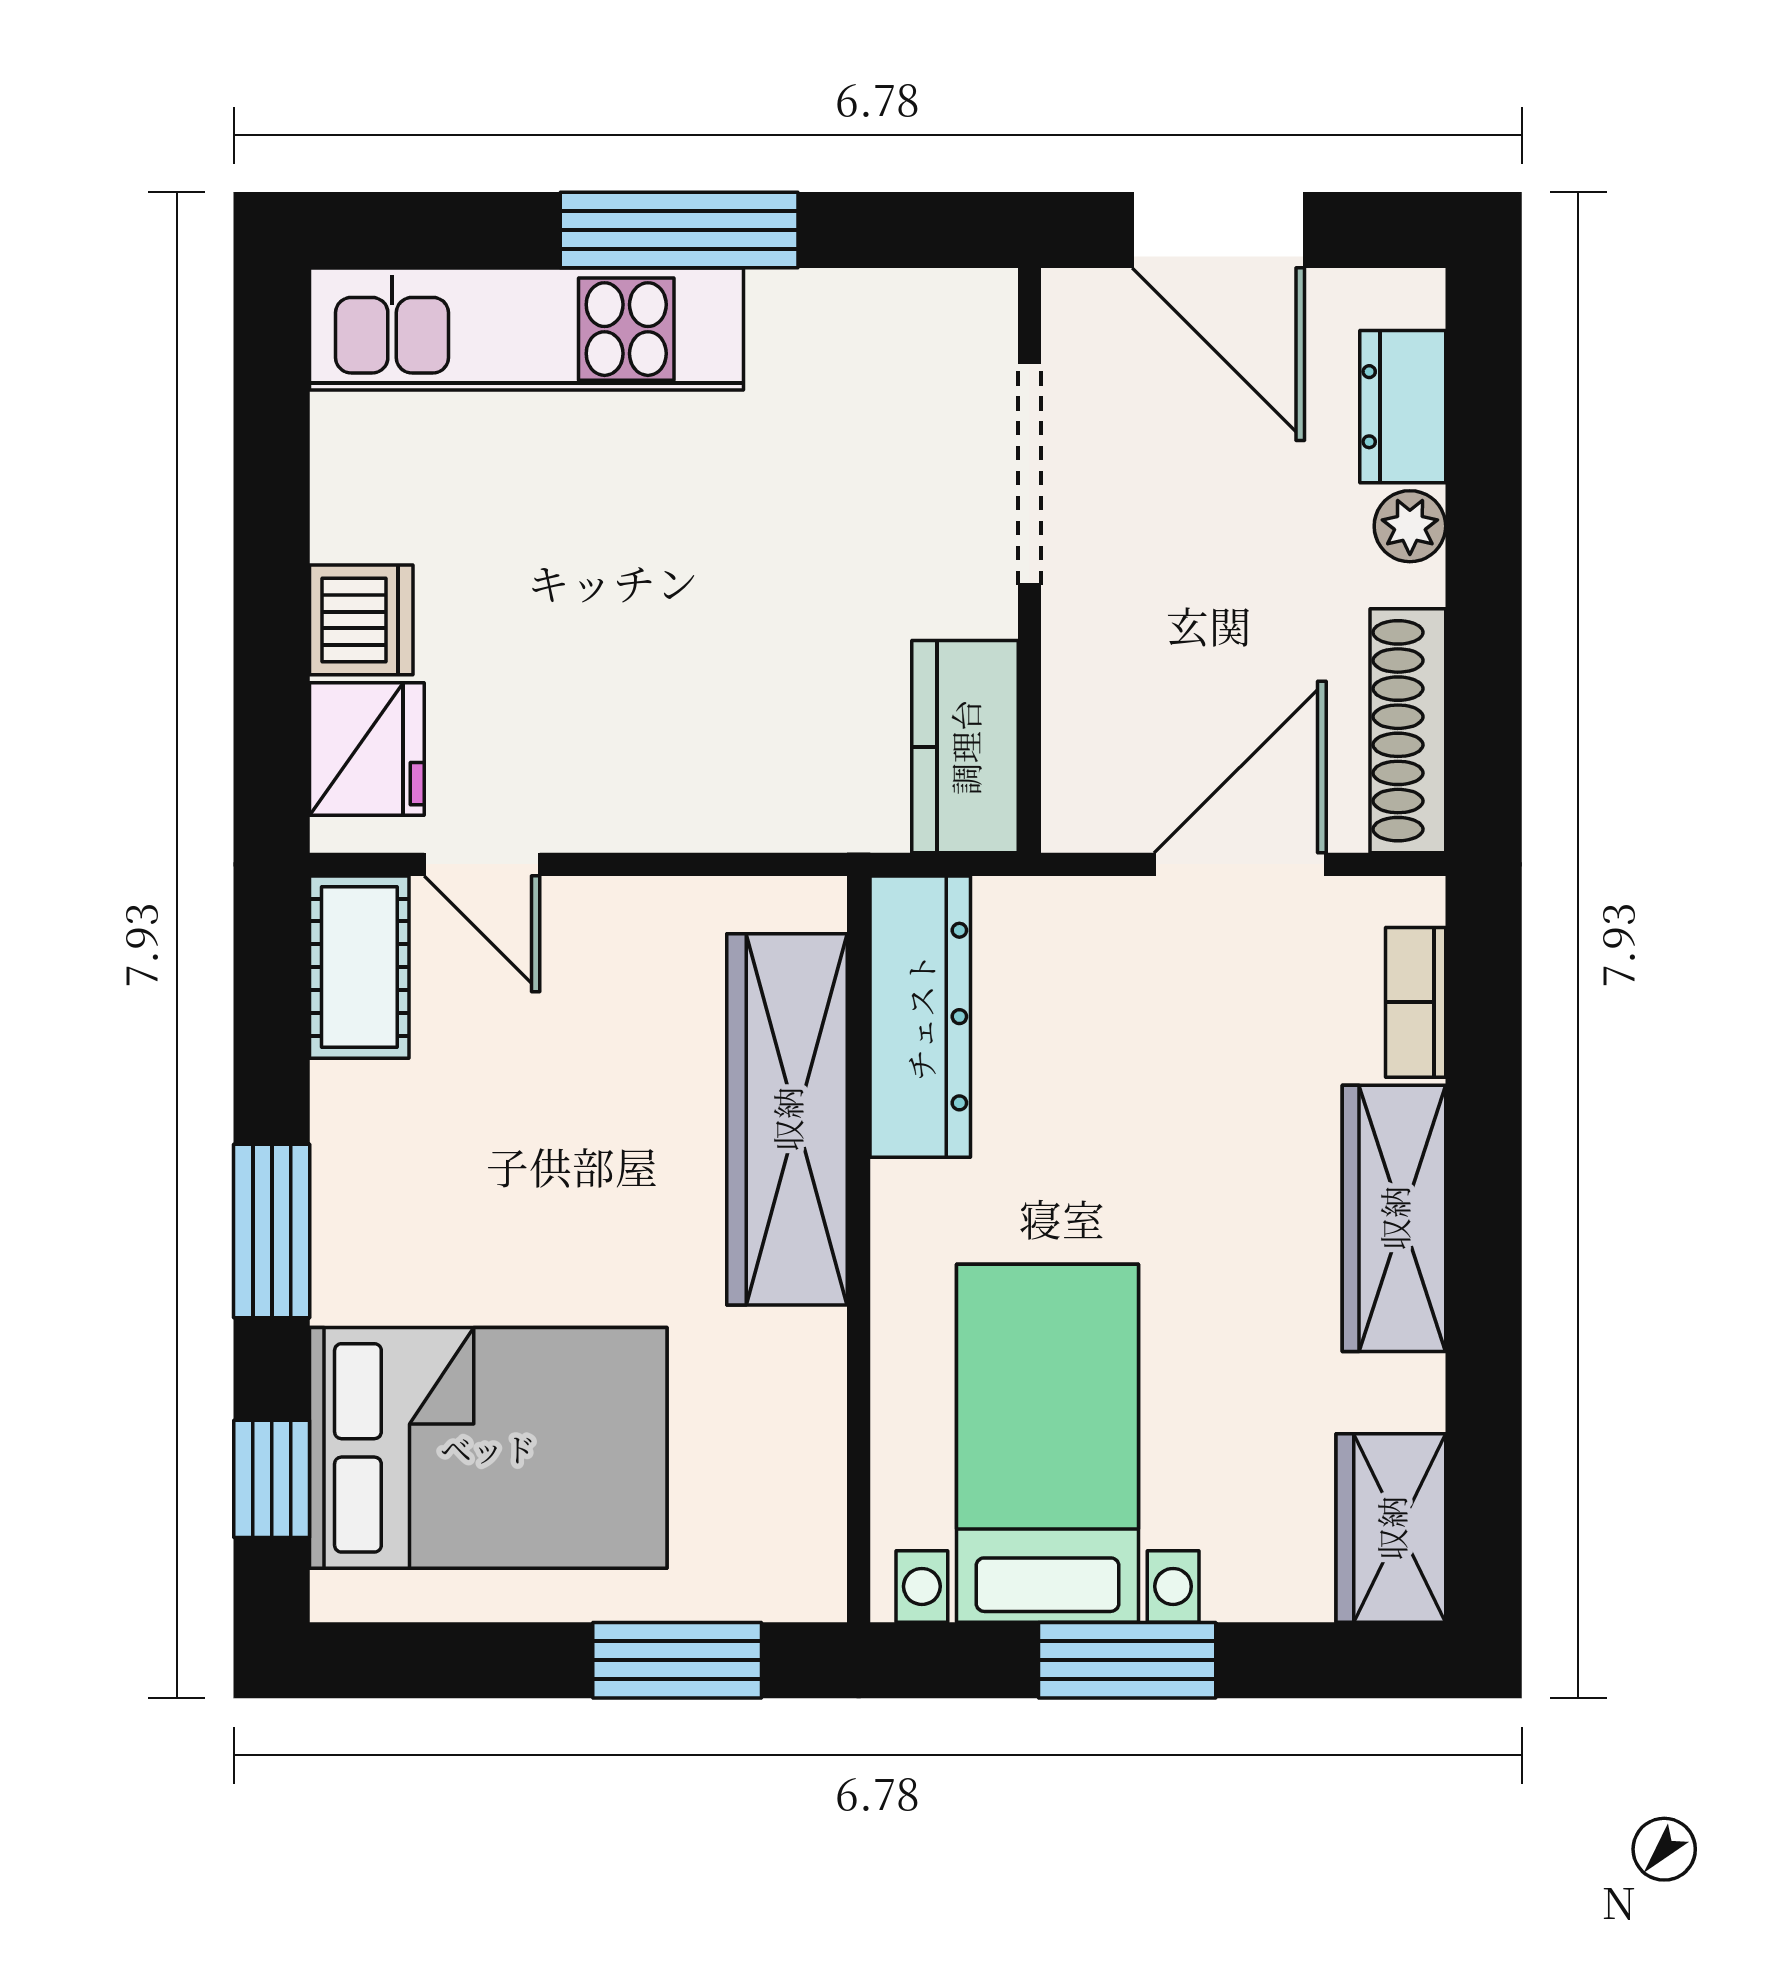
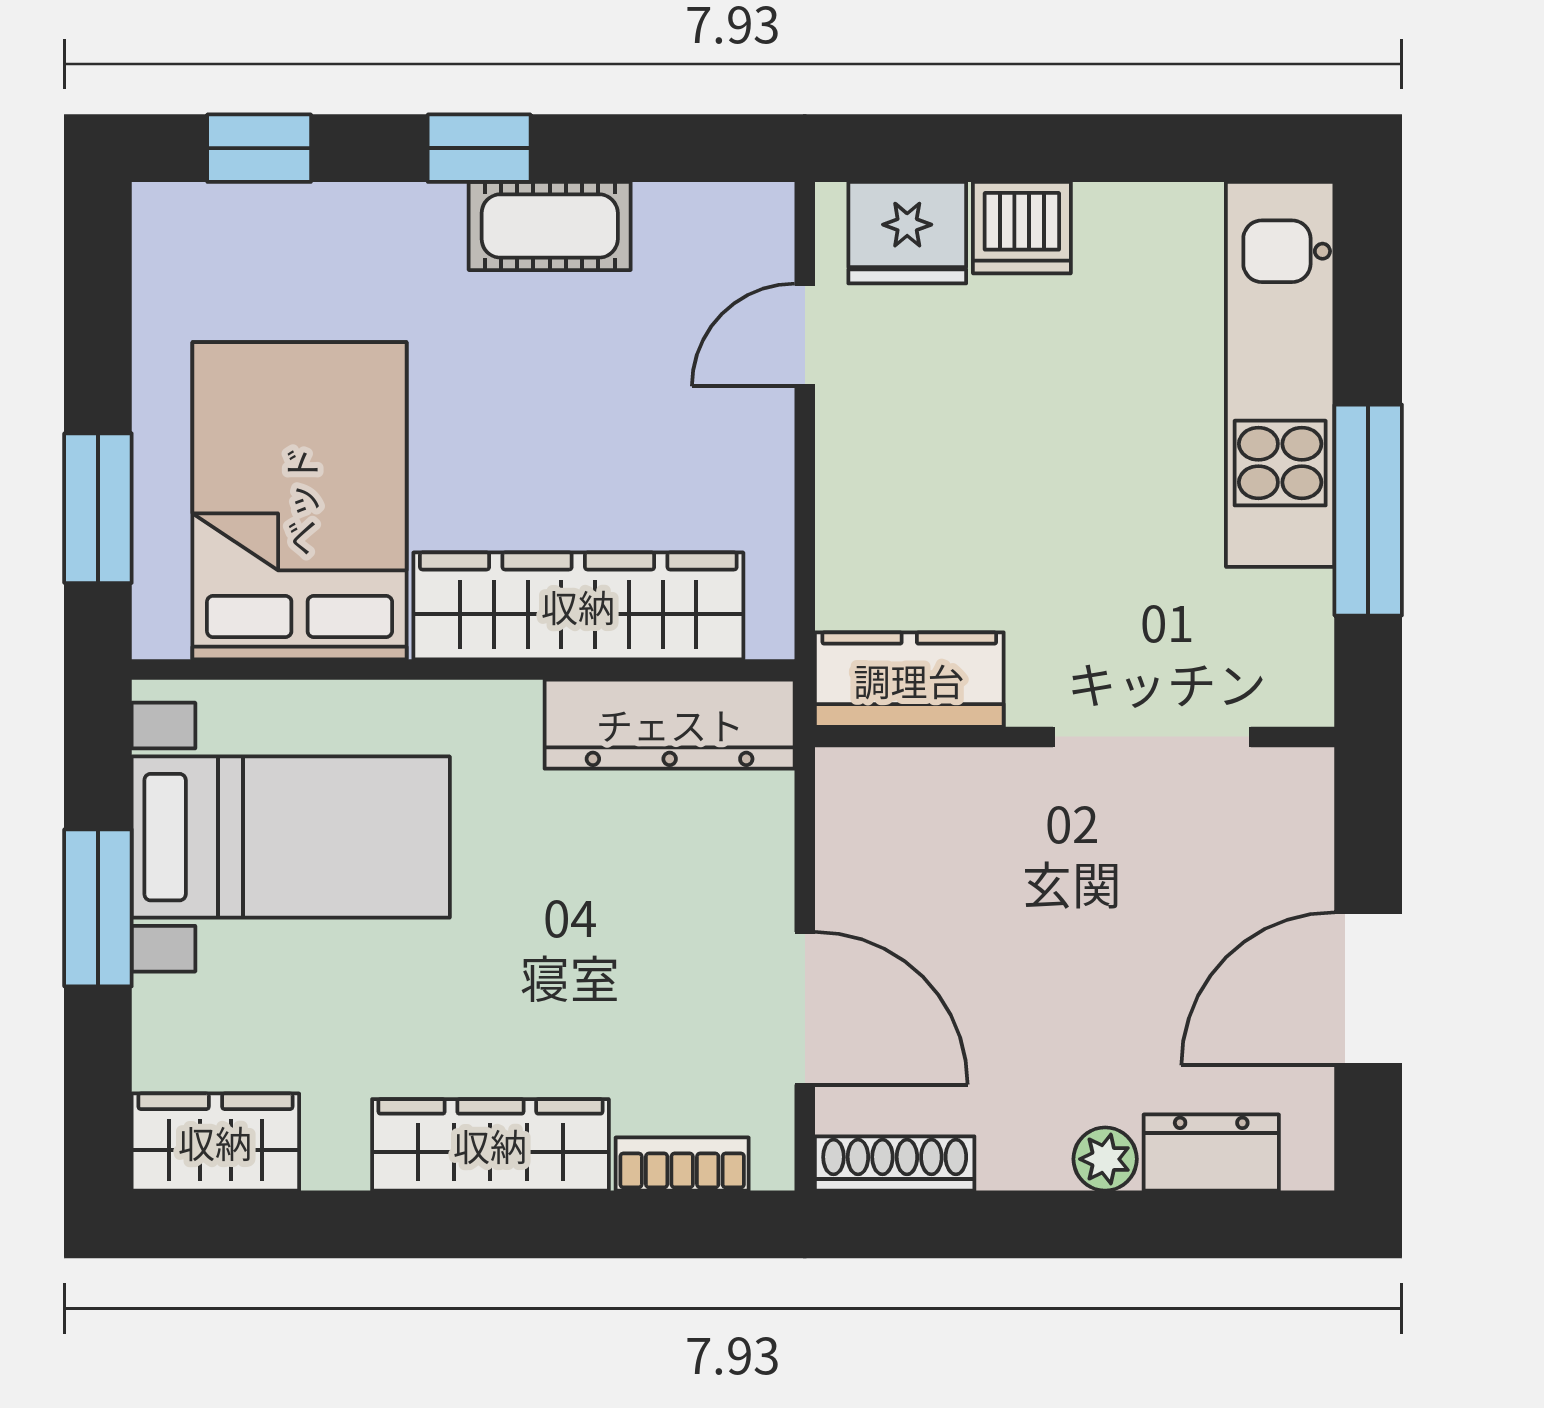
doorway: (1030, 474) -> (1152, 737), moved
wall: (1030, 560) -> (1075, 737), moved
shoe rack: (1408, 731) -> (895, 1163), width x0.74, depth x0.81
kitchen counter: (965, 747) -> (909, 680), moved
cot: (359, 967) -> (550, 226), moved
window: (272, 1231) -> (479, 148), width x0.67
bed: (488, 1448) -> (300, 501), moved, turned 180

